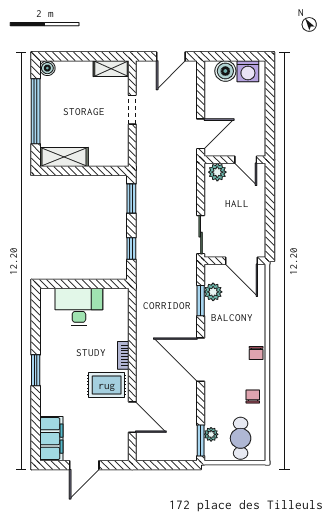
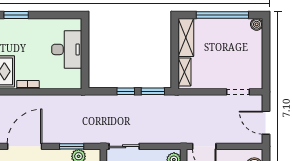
shelving: (111, 69) -> (185, 72), moved
doorway: (132, 110) -> (238, 92), moved
window: (131, 249) -> (126, 91), moved

